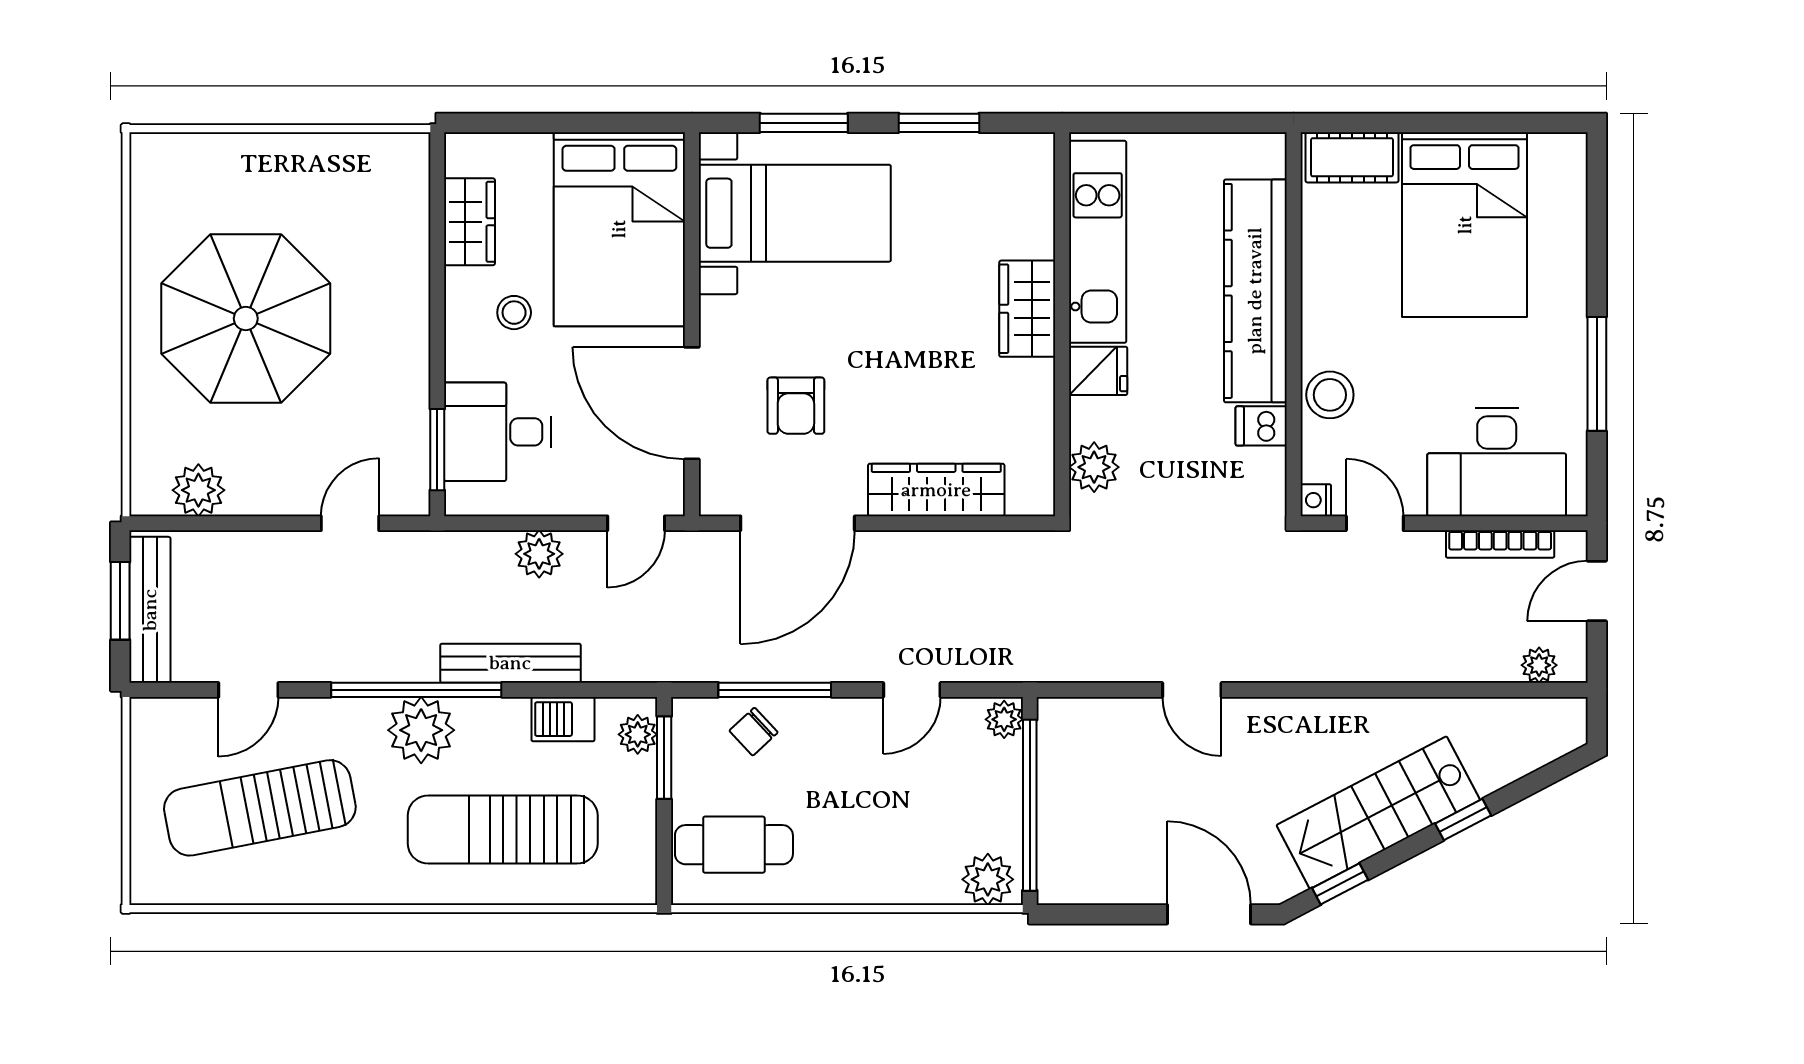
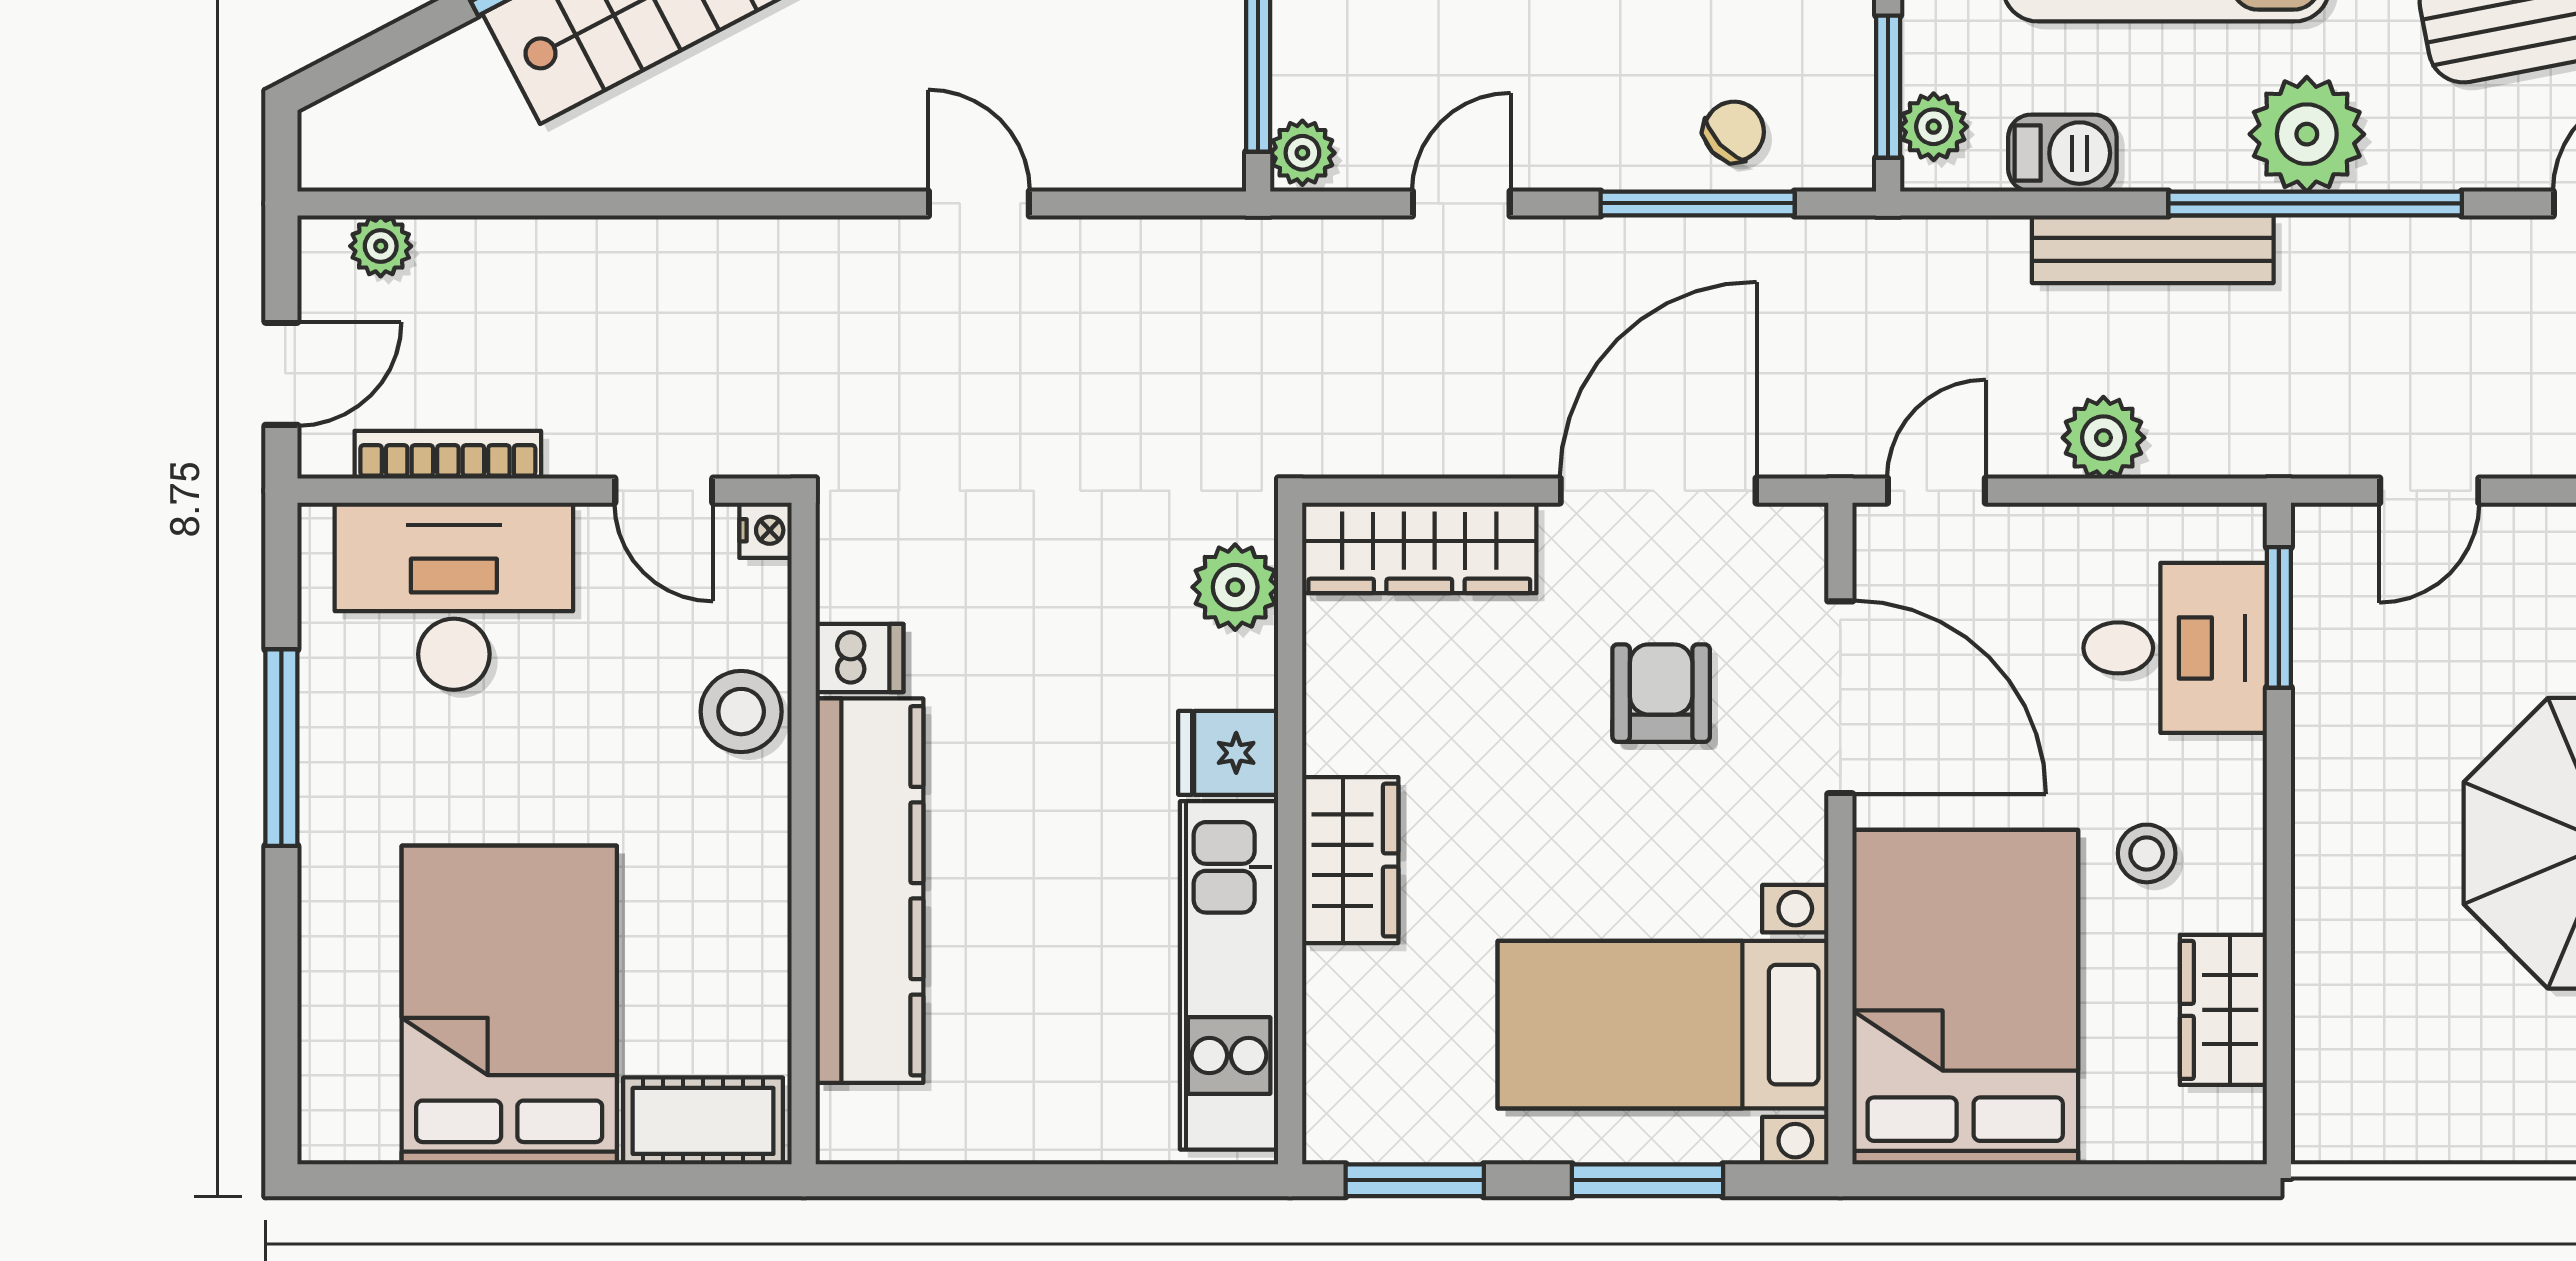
kitchen unit: (1098, 242) -> (1229, 975), moved
wardrobe: (1027, 309) -> (1350, 860), moved
wall: (1062, 324) -> (1290, 833), moved
fridge: (1098, 371) -> (1228, 753), moved
plant: (1094, 467) -> (1235, 587), moved

